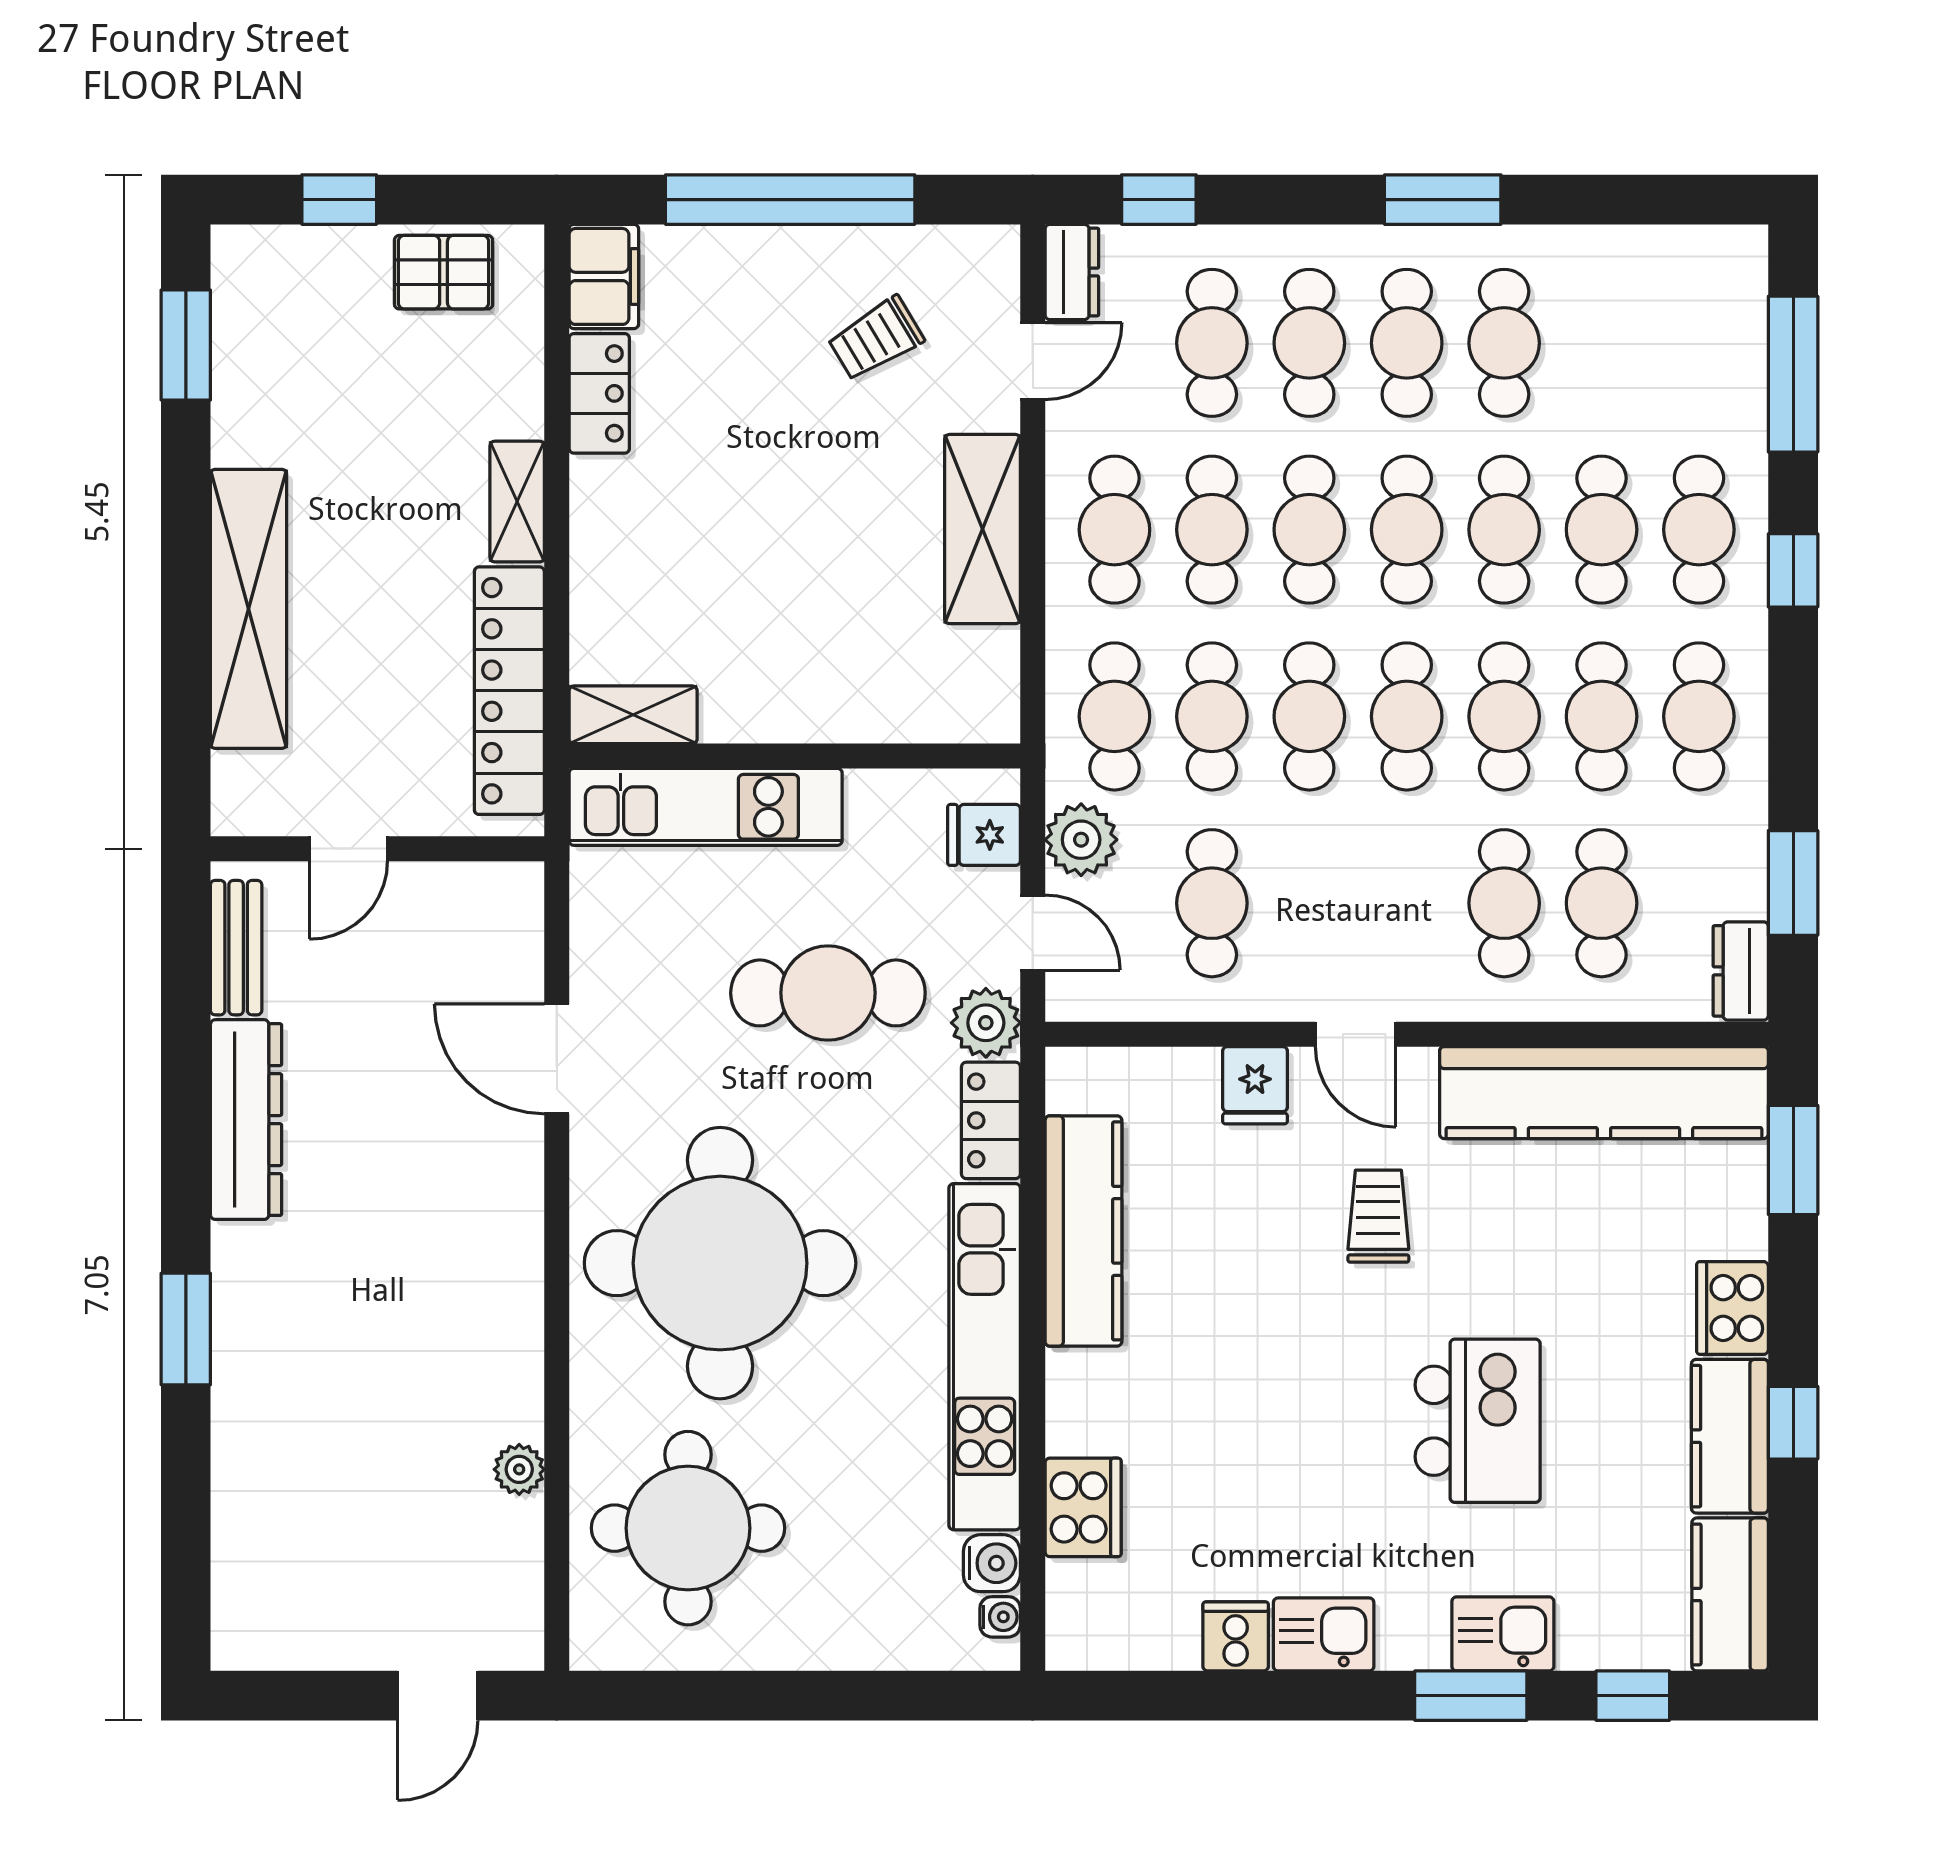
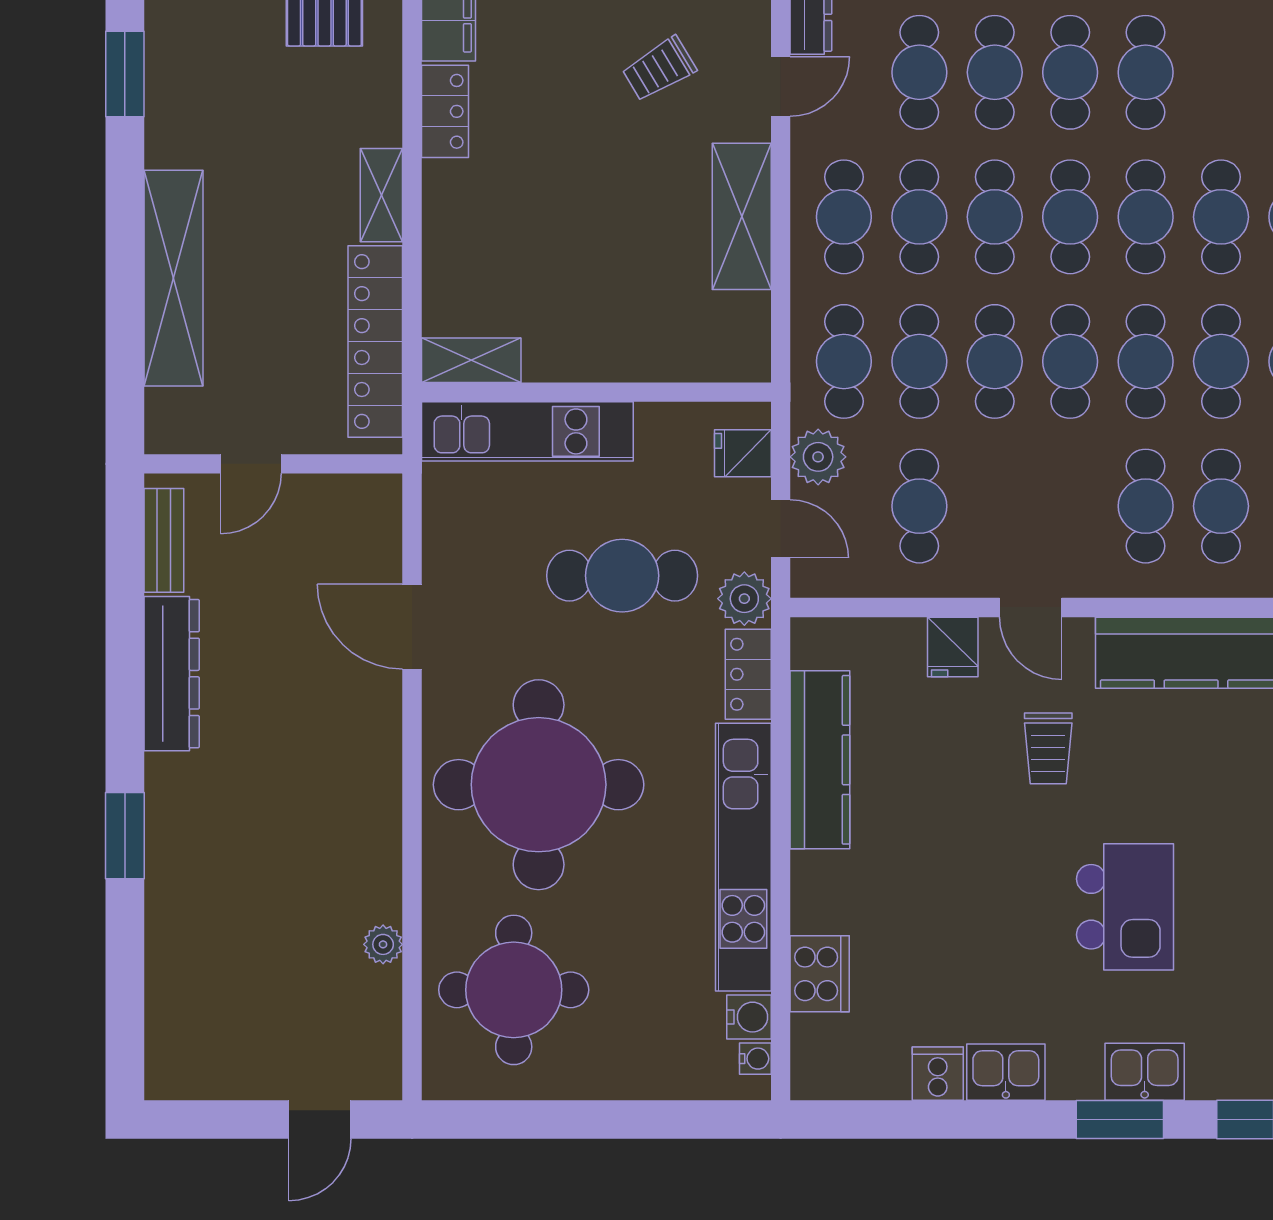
trolley: (1378, 1216) -> (1048, 748), turned 180

